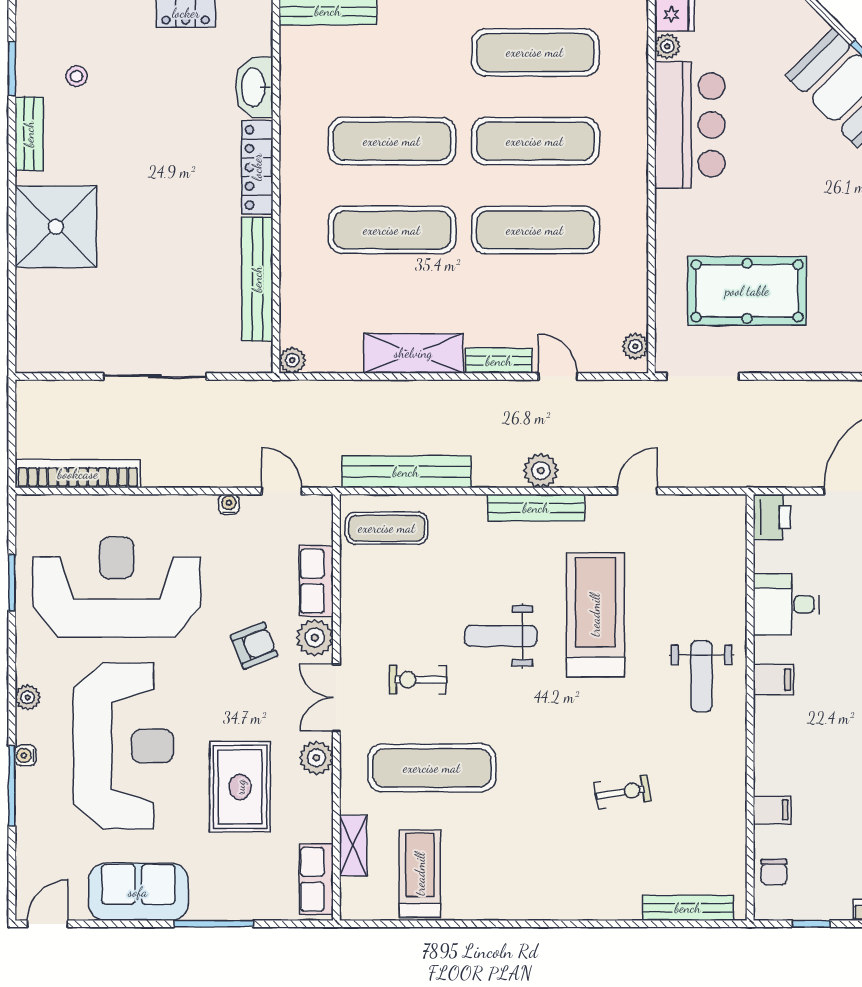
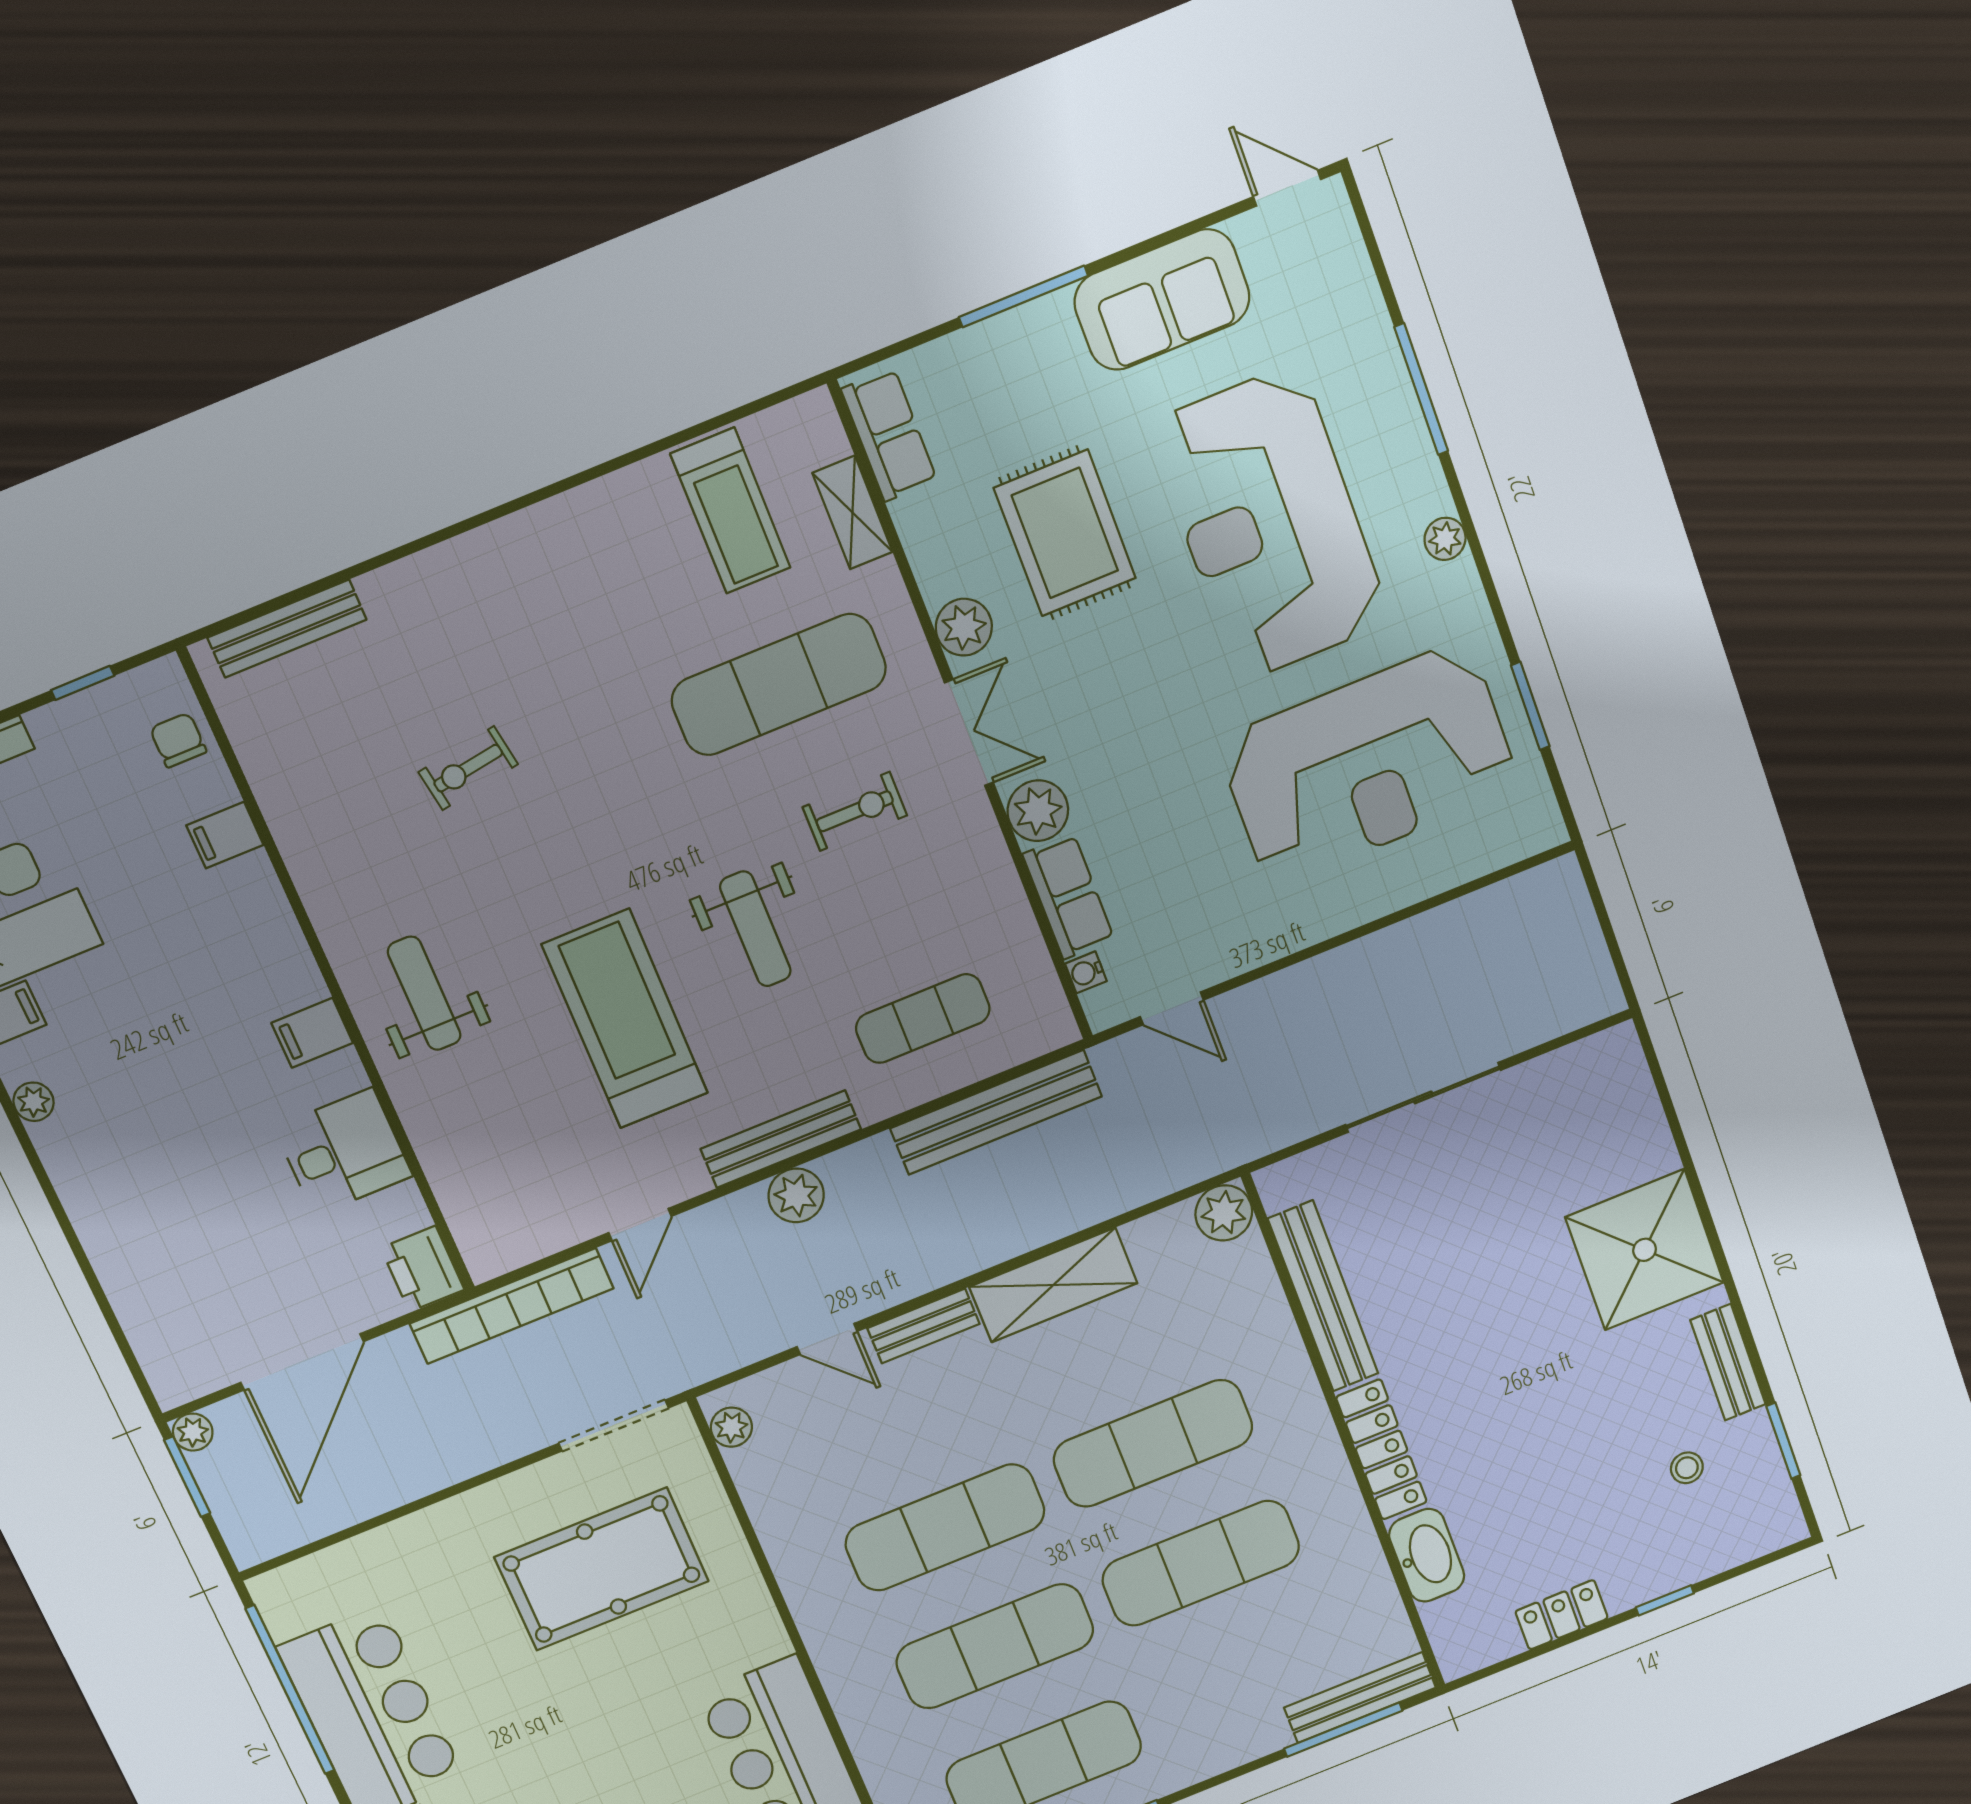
plant: (292, 360) -> (1224, 1213), width x1.38, depth x1.38
bookcase: (78, 474) -> (512, 1306), moved
water cooler: (229, 504) -> (1086, 972), moved, turned 90
exercise mat: (387, 528) -> (923, 1019), moved
treadmill: (595, 615) -> (625, 1019), turned 180
weight bench: (501, 636) -> (755, 929), turned 90
armchair: (254, 646) -> (1126, 761), removed
water cooler: (25, 756) -> (1417, 446), removed
door: (48, 924) -> (1287, 188), swing flipped

